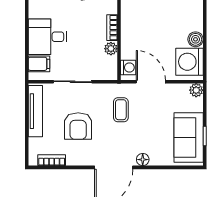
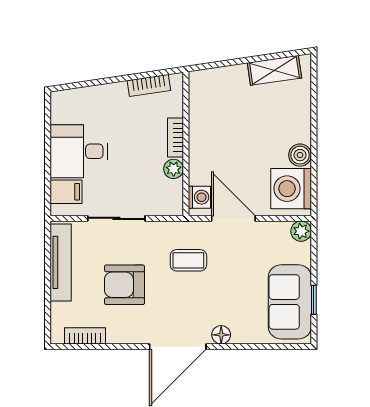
coffee table: (121, 110) -> (188, 260), turned 90
armchair: (78, 126) -> (125, 285), turned 90

